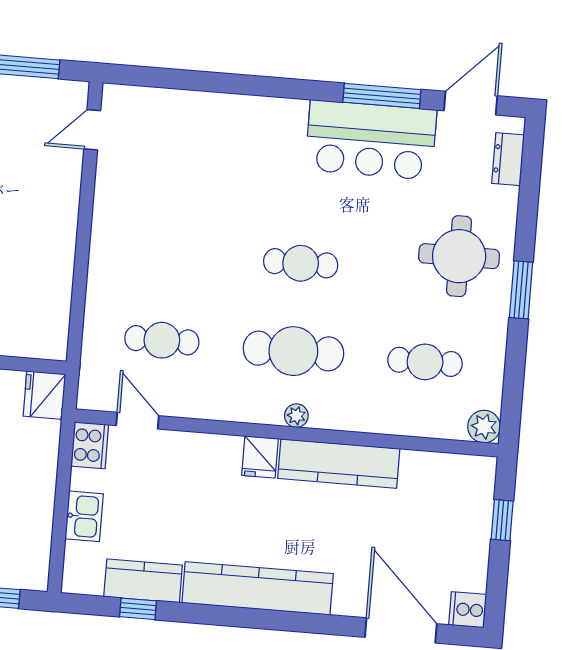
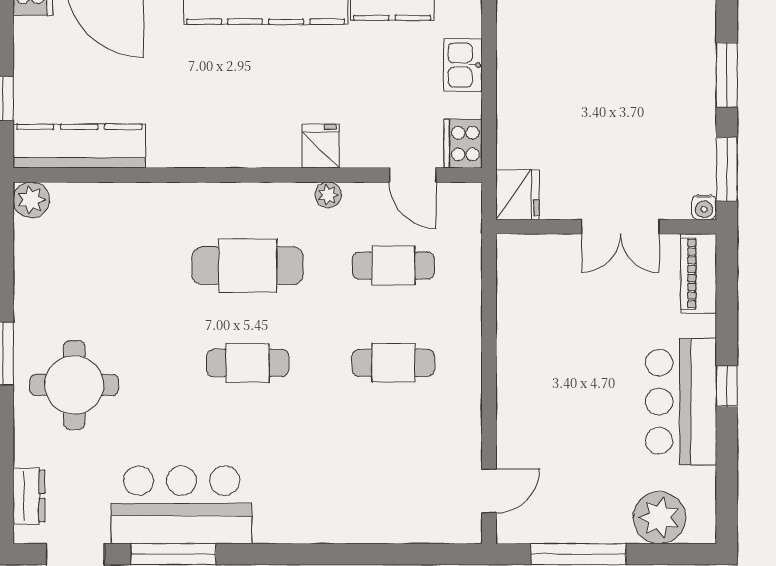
cafe table: (425, 362) -> (393, 363), moved
plant: (296, 416) -> (328, 195), moved
fridge: (260, 457) -> (321, 146), moved
kitchen counter: (339, 464) -> (79, 146), moved

